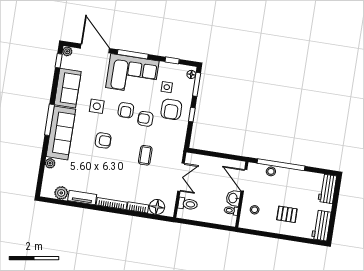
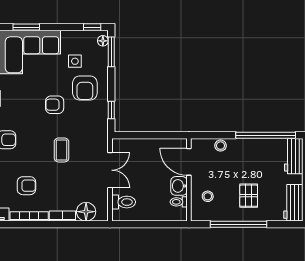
window: (133, 54) -> (26, 27), width x0.69
window: (172, 60) -> (92, 27), moved
armchair: (126, 110) -> (26, 186), moved, turned -90
window: (192, 115) -> (111, 110), moved
window: (281, 165) -> (266, 135), moved
pallet: (287, 214) -> (249, 196), turned 90
window: (275, 236) -> (238, 224), added

